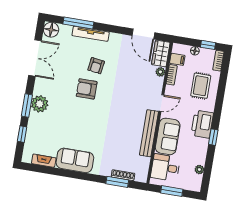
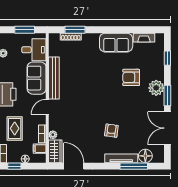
floor lamp: (51, 30) -> (145, 156), moved
armchair: (87, 89) -> (131, 77), moved, turned 180
window: (27, 105) -> (167, 96), moved

